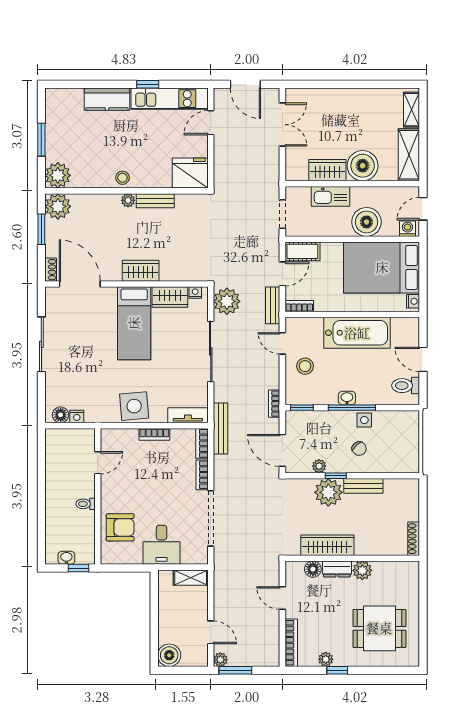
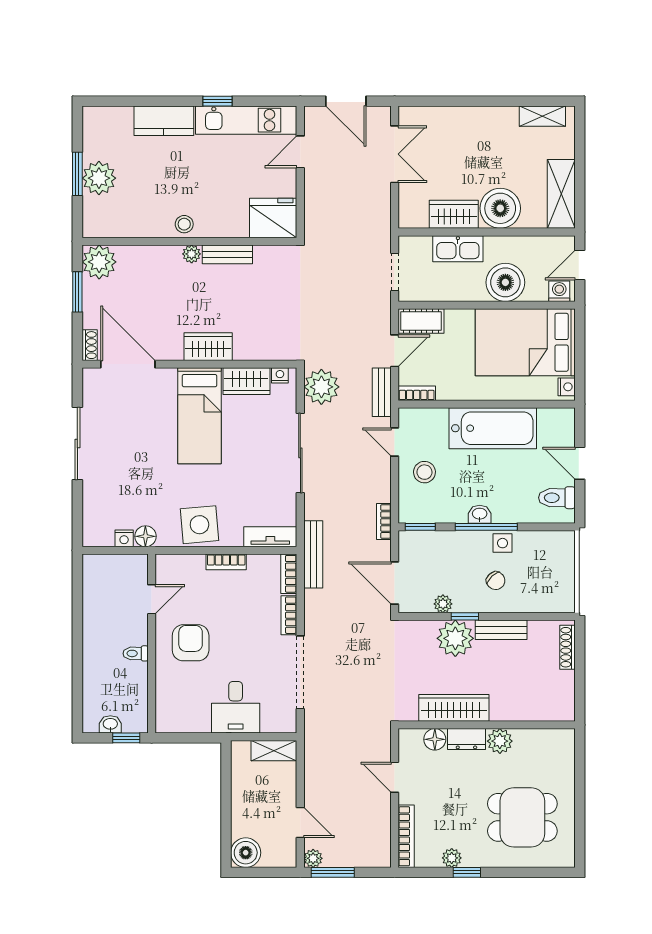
shelving: (412, 110) -> (542, 116), moved, turned 90
plant: (58, 175) -> (99, 178), moved
floor lamp: (61, 415) -> (145, 536), moved
armchair: (120, 527) -> (191, 643), moved, turned -90
shoe rack: (414, 539) -> (568, 647), moved

